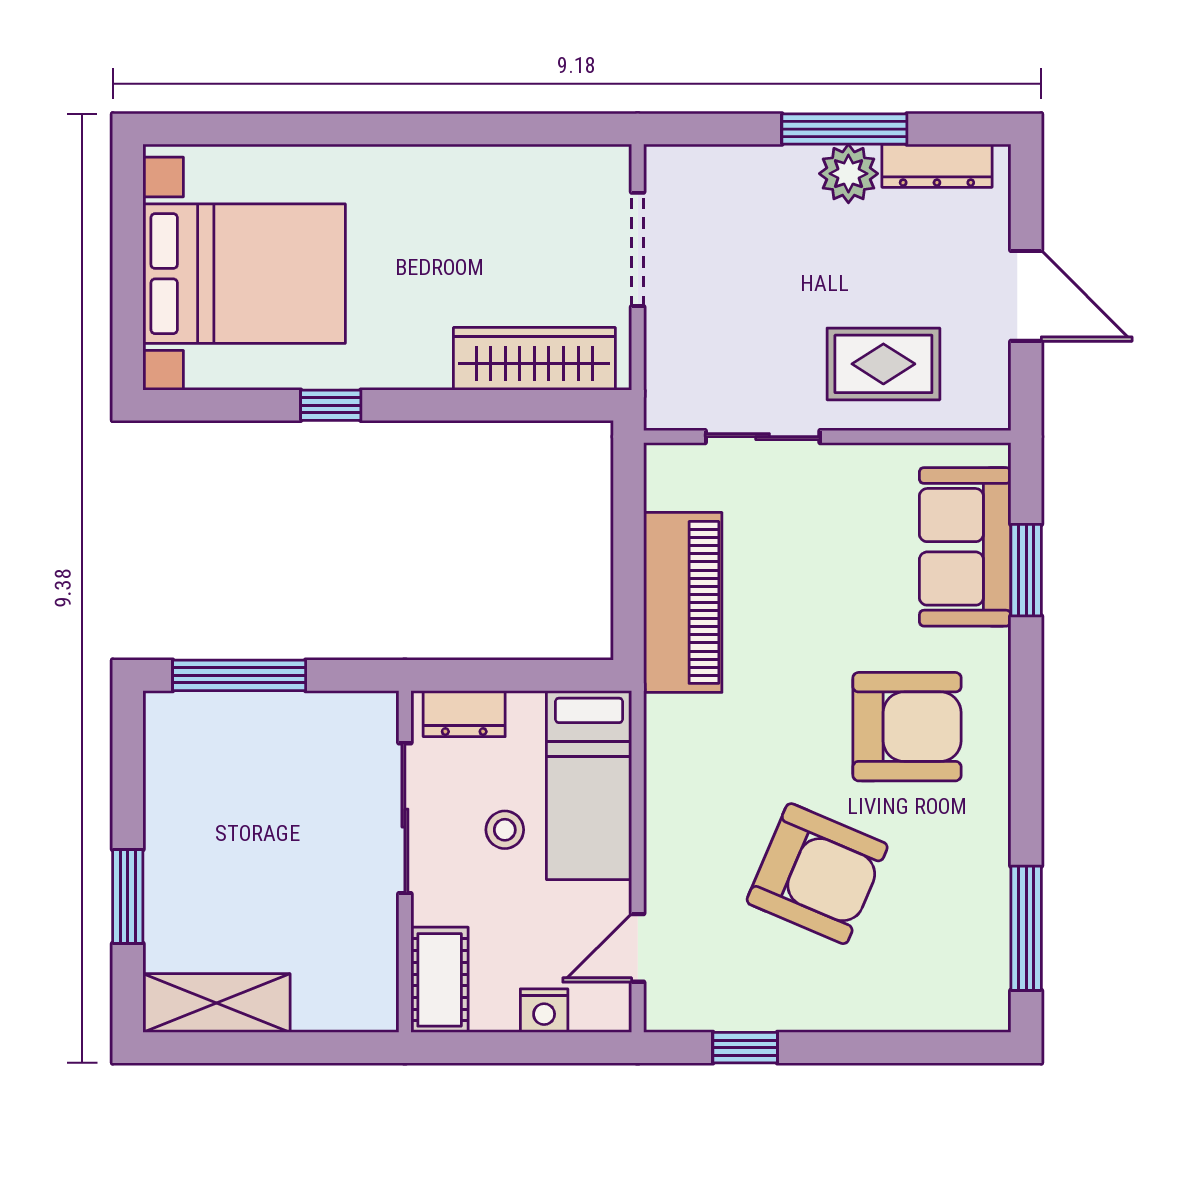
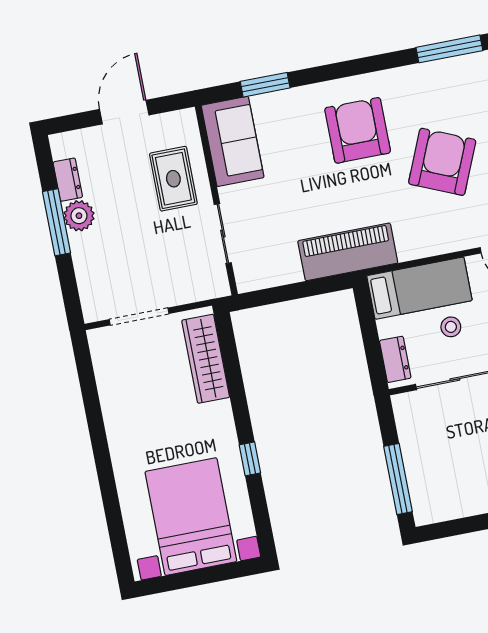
dresser: (937, 166) -> (68, 180), width x0.70
sofa: (965, 547) -> (233, 141), moved, turned -90
piano: (683, 602) -> (348, 252), moved

